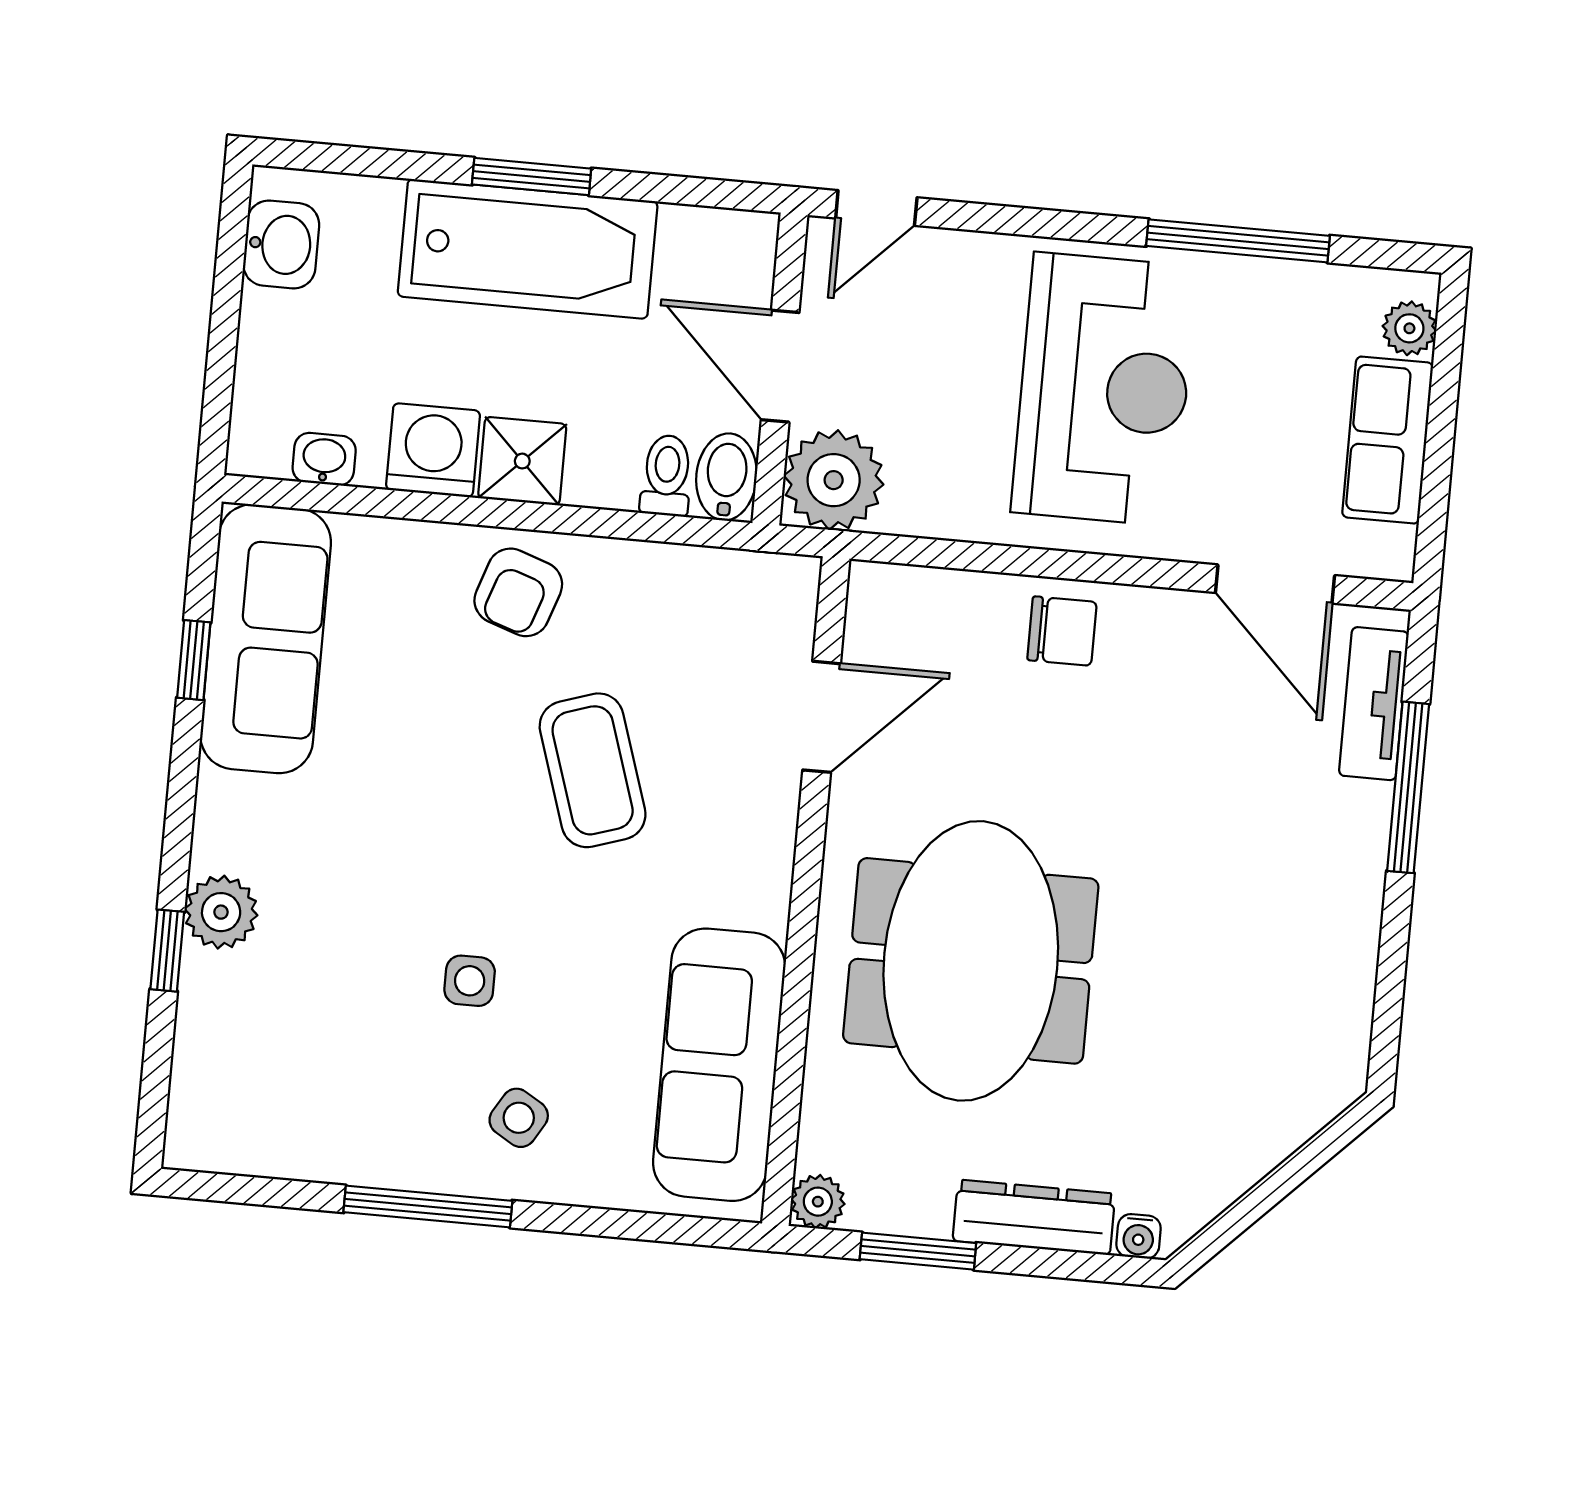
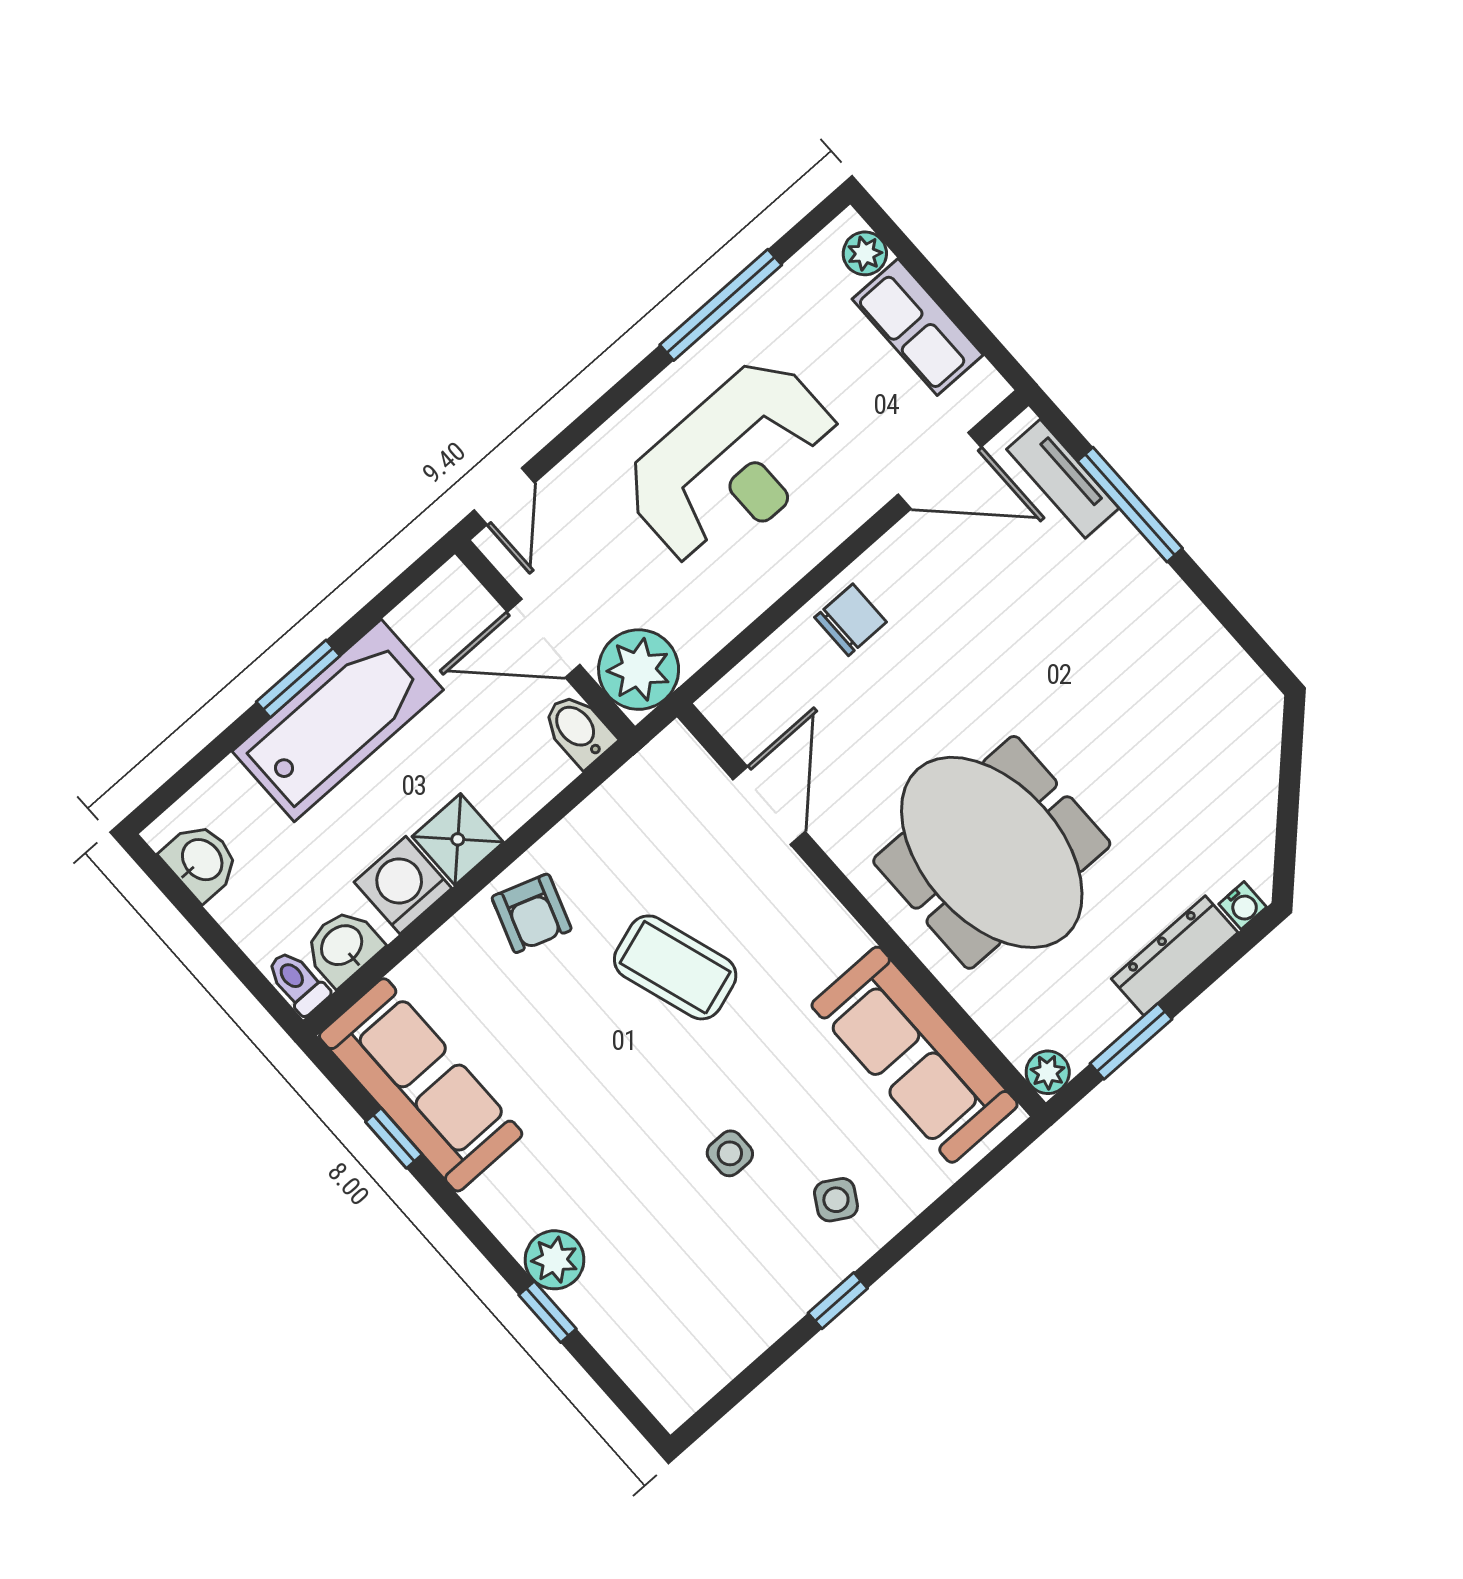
reception desk: (1104, 389) -> (734, 463), turned 90
washbasin: (324, 459) -> (343, 946), width x1.38, depth x1.45
toilet: (667, 475) -> (298, 982), moved
window: (428, 1207) -> (838, 1301), width x0.46

